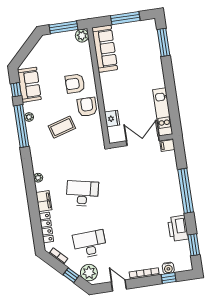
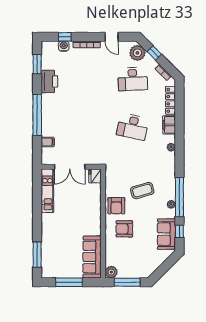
armchair: (75, 84) -> (124, 229), turned 180
fridge: (112, 119) -> (95, 176), moved
filing cabinet: (167, 145) -> (48, 142), moved

